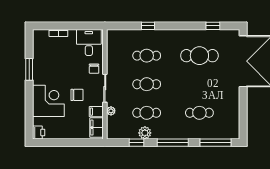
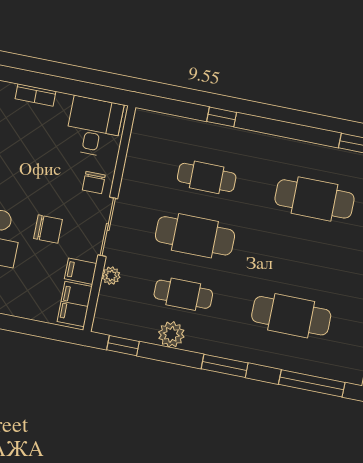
cafe table: (147, 84) -> (195, 236), width x1.37, depth x1.35
cafe table: (199, 113) -> (291, 316), width x1.37, depth x1.35
window: (137, 143) -> (123, 346), moved
window: (173, 143) -> (225, 366), width x0.69

